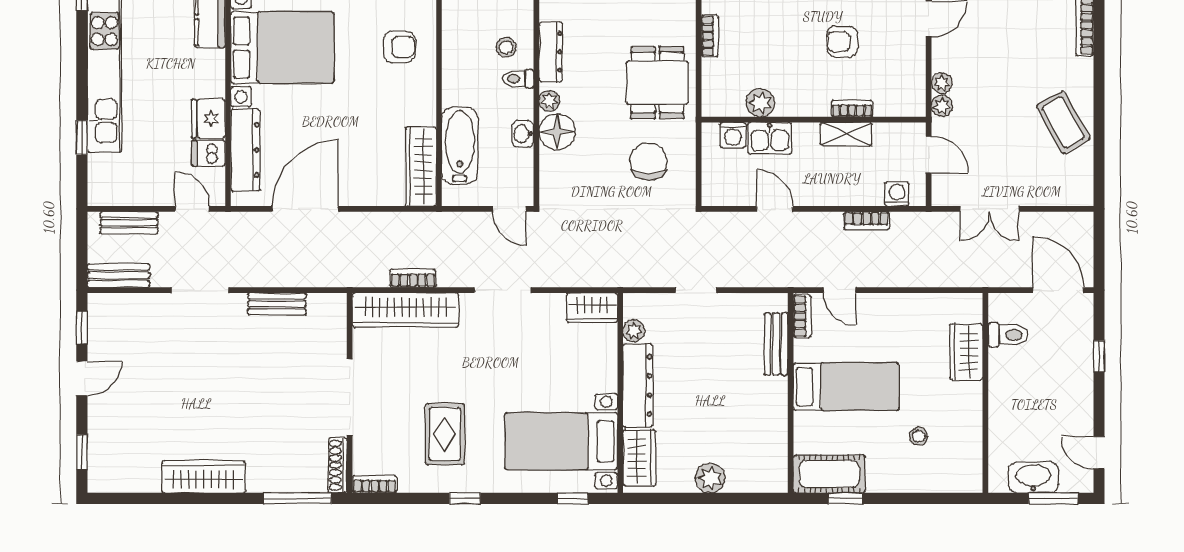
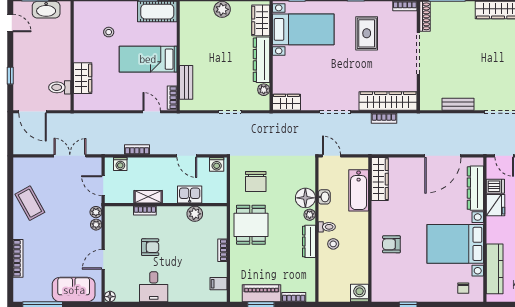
washing machine: (733, 135) -> (217, 164), moved, turned 180

